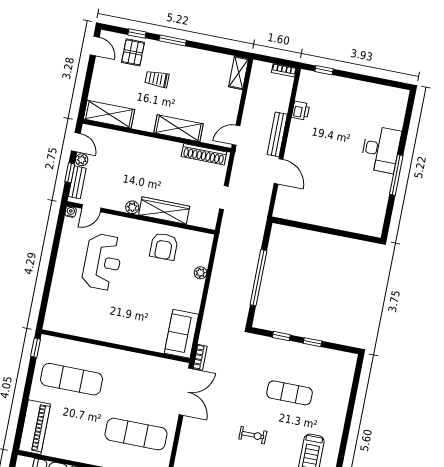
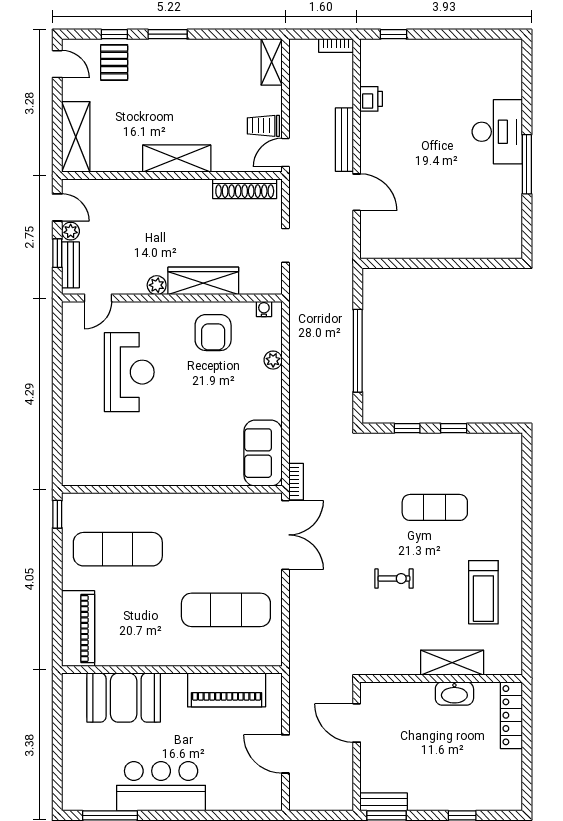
trolley: (157, 79) -> (263, 126), moved
shelving: (109, 114) -> (76, 137), moved, turned 90
shelving: (179, 128) -> (177, 159), moved
water cooler: (71, 212) -> (264, 309), moved

